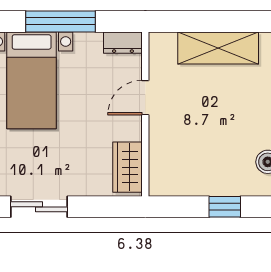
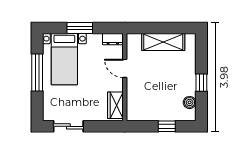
window: (61, 21) -> (80, 28), width x0.69
door: (145, 98) -> (125, 68), hinge flipped

